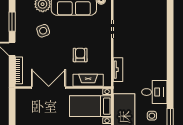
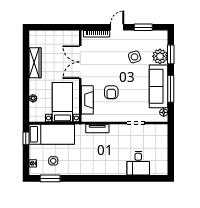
armchair: (80, 55) -> (111, 92), turned 90
double door: (49, 88) -> (80, 62), swing flipped
desk: (154, 92) -> (138, 163), moved

